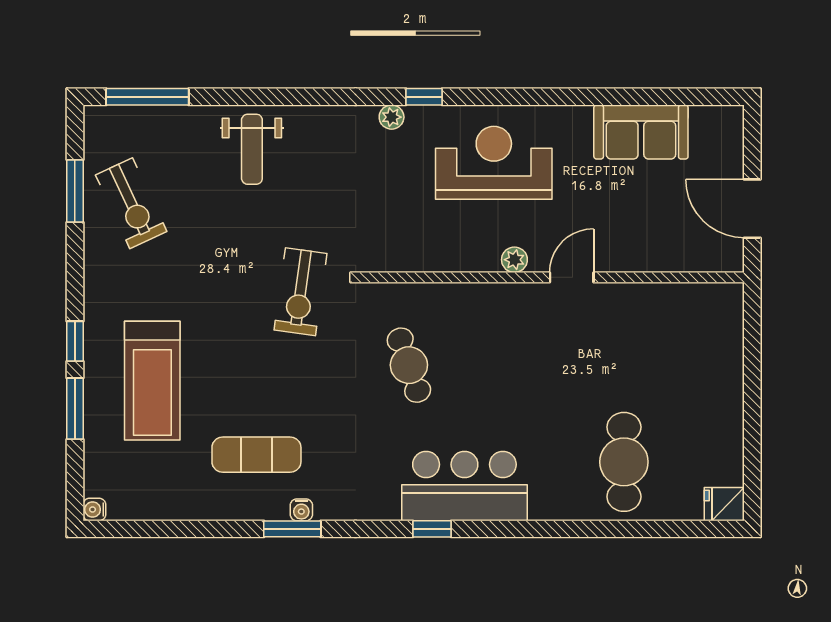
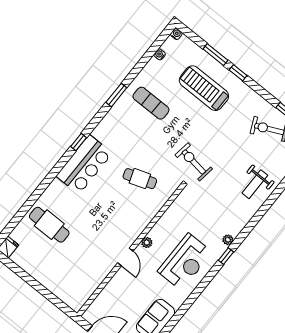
weight bench: (252, 149) -> (255, 184), turned -90
exercise mat: (256, 455) -> (151, 103), turned 90
water cooler: (301, 510) -> (160, 54), moved

